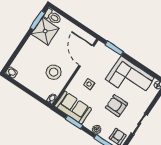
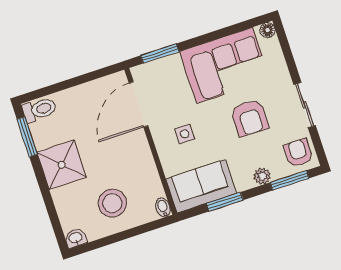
shower: (45, 31) -> (62, 165), moved
door: (86, 56) -> (139, 104), hinge flipped
stool: (54, 72) -> (112, 203), moved
armchair: (116, 106) -> (250, 118), turned -90

